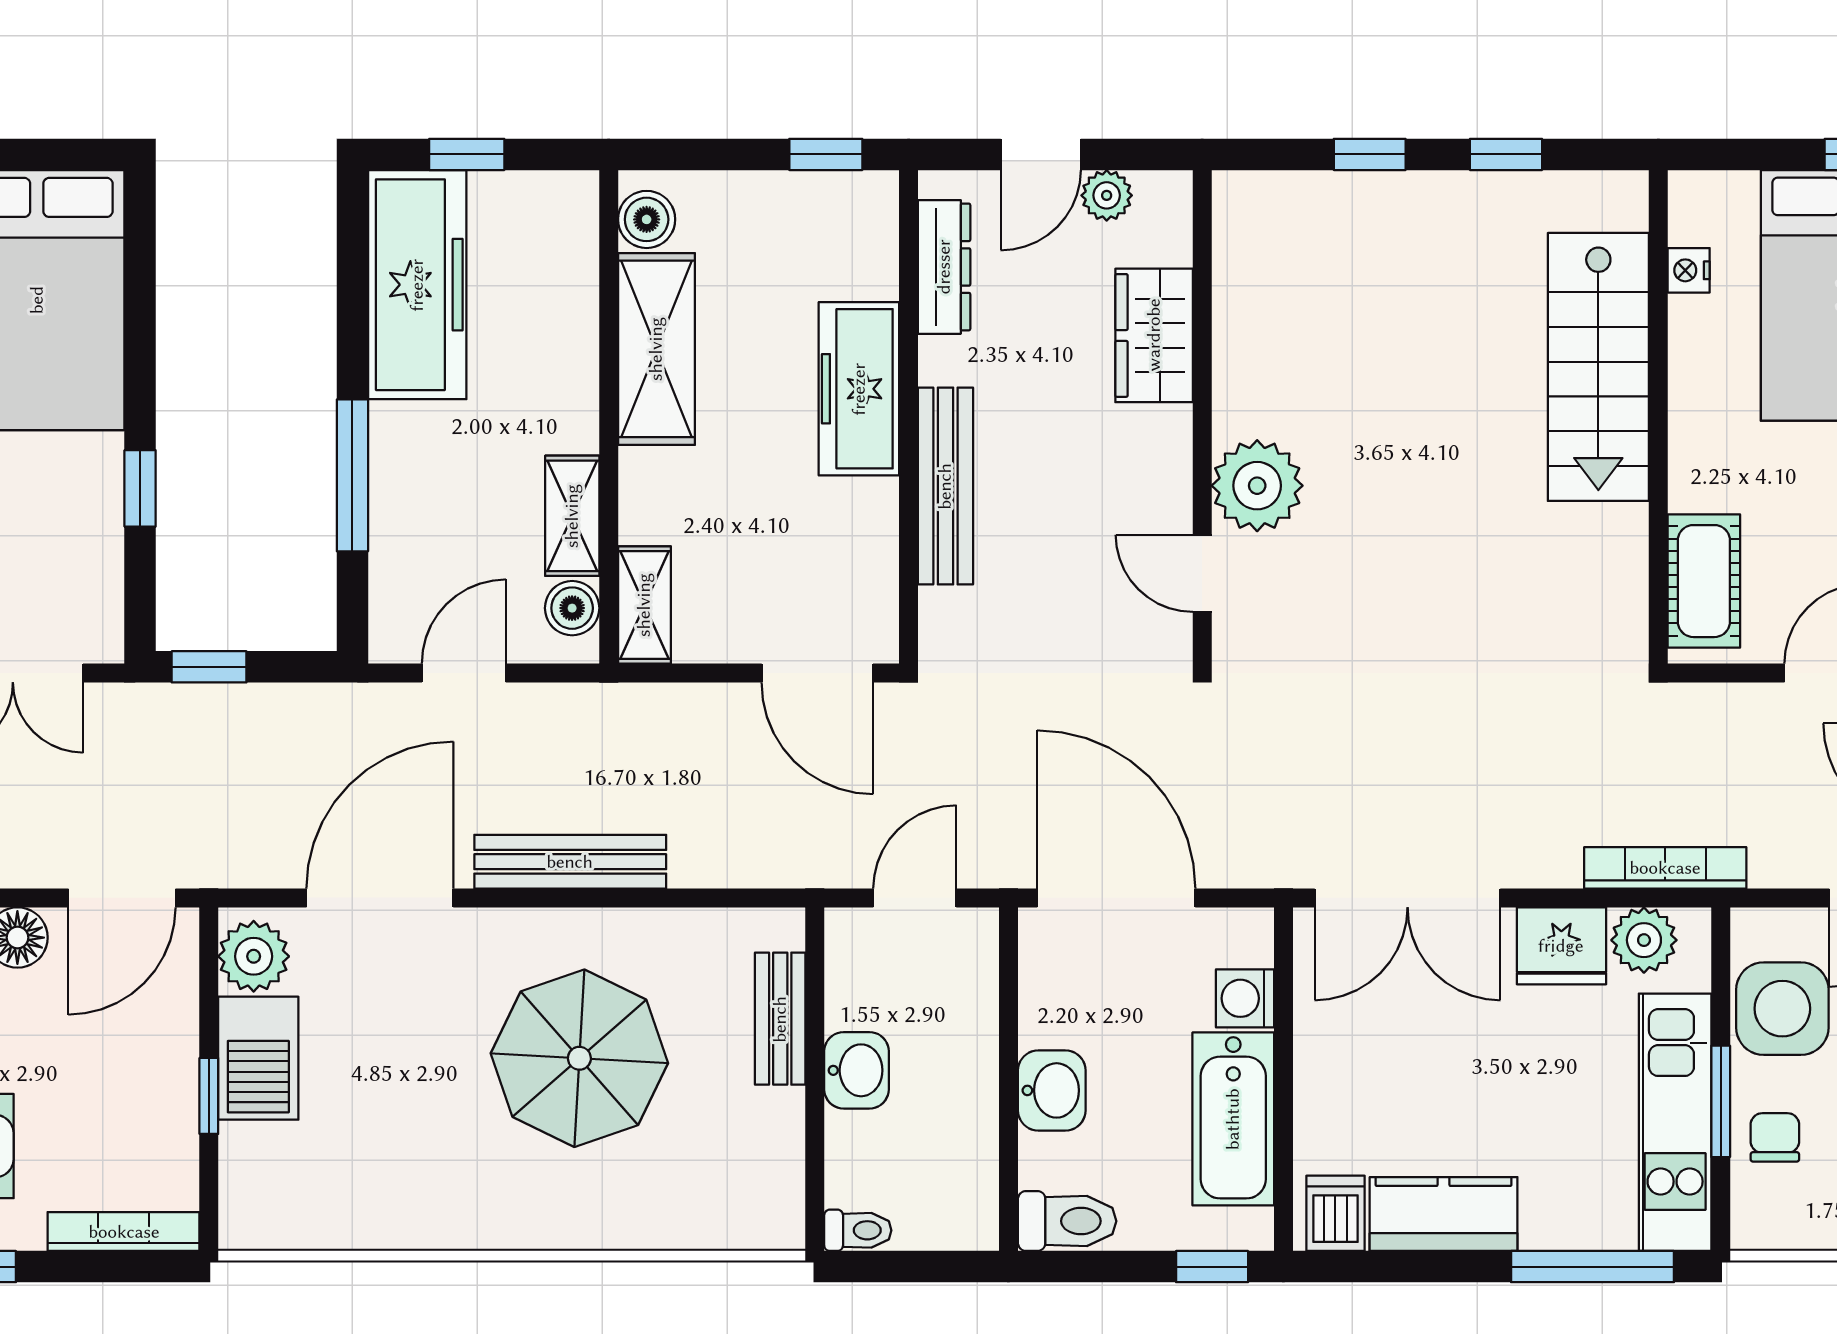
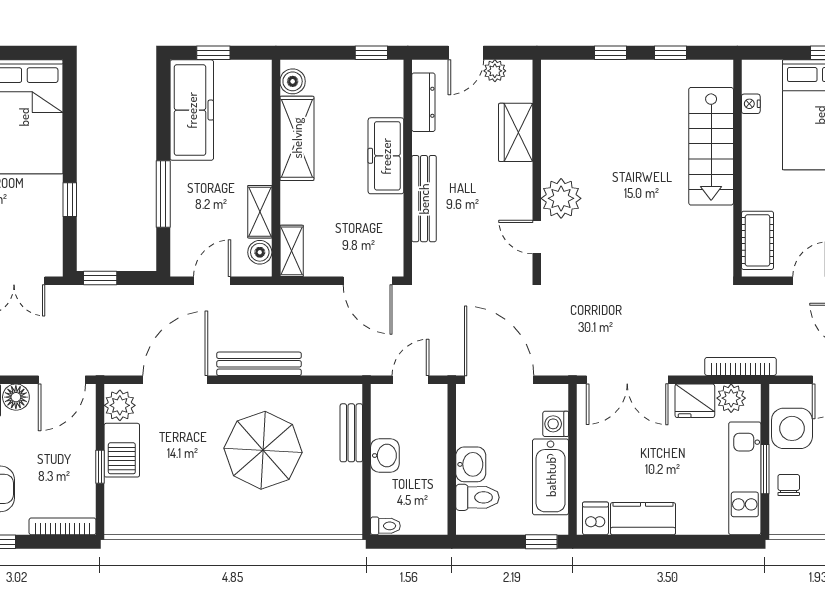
toilet: (1067, 1221) -> (477, 497), moved
window: (1593, 1267) -> (709, 542), removed

